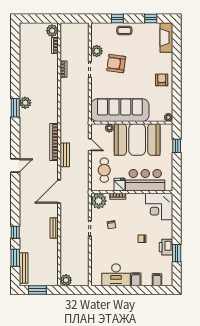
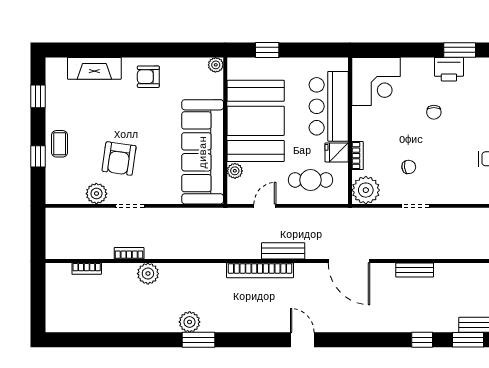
plant: (52, 31) -> (148, 274), moved
fireplace: (166, 38) -> (94, 68), moved

